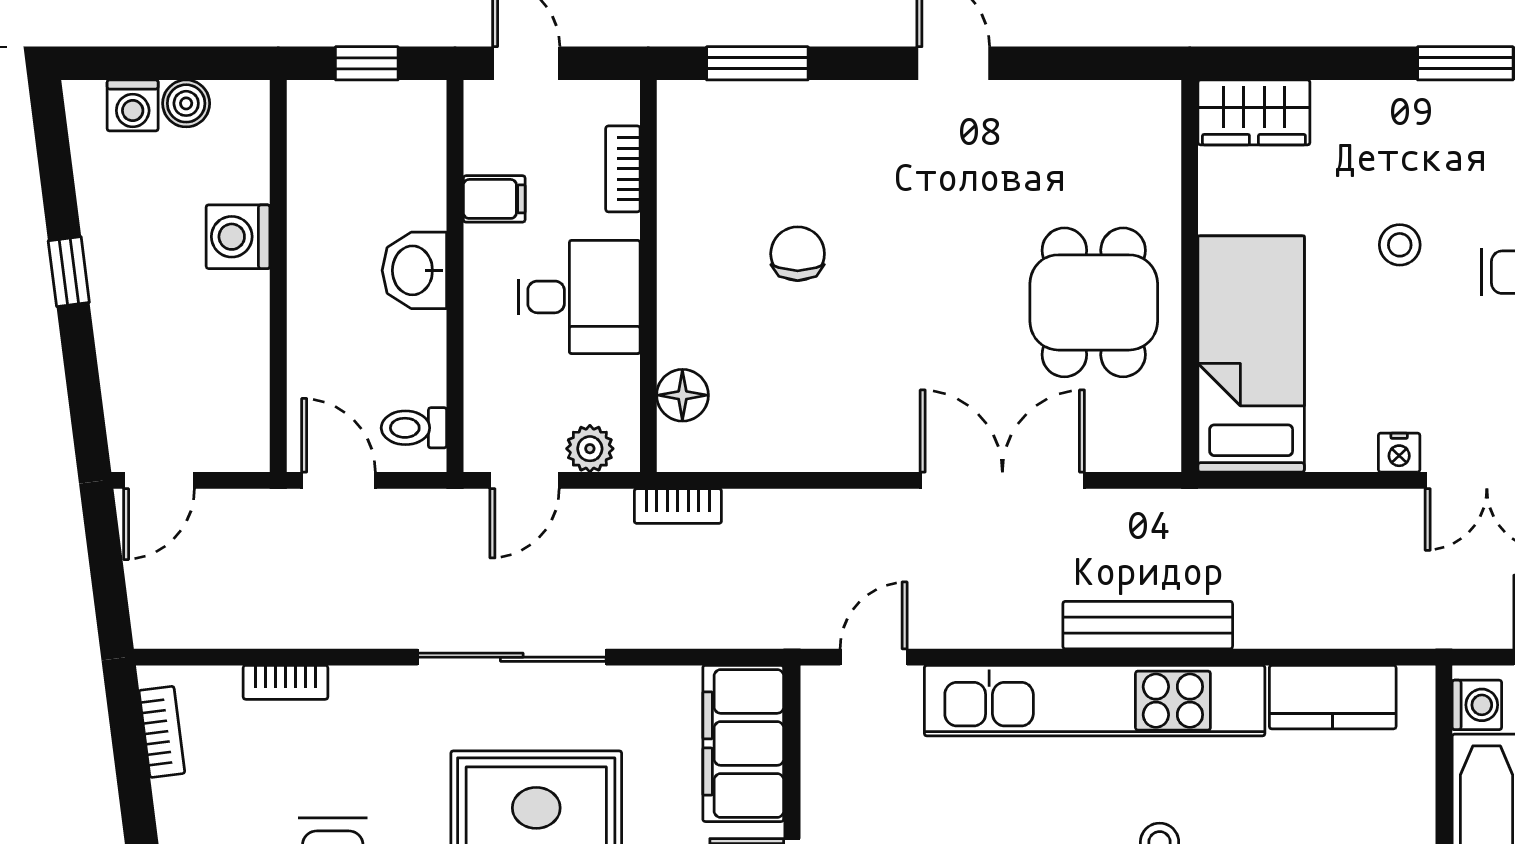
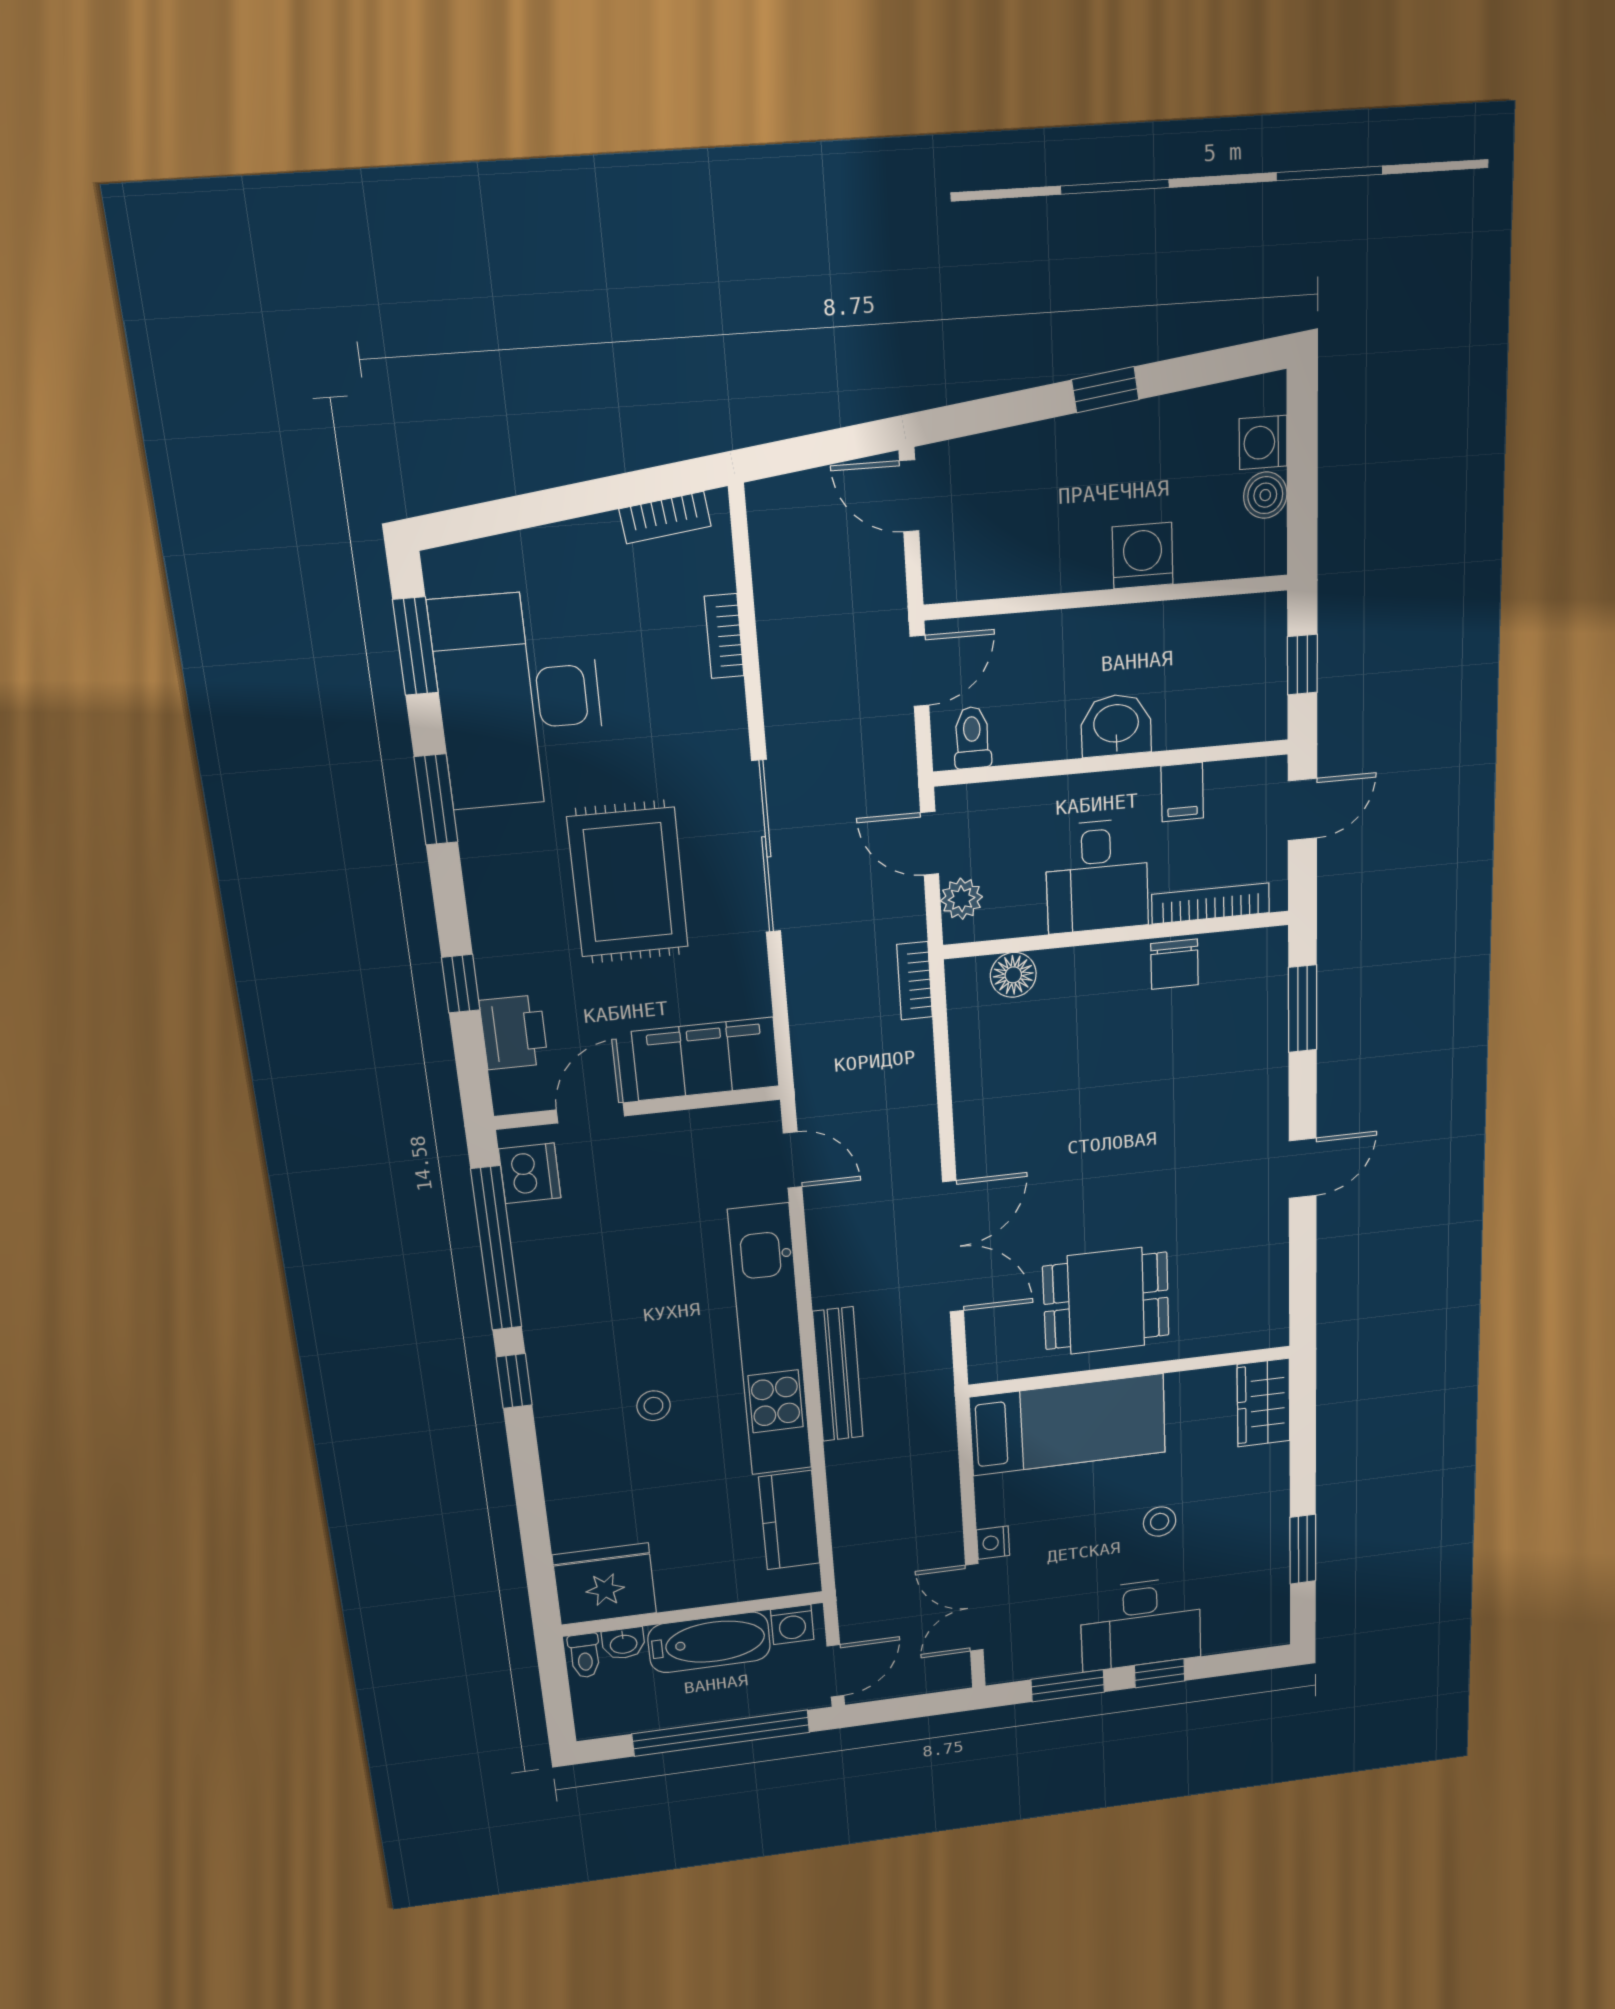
bookcase: (623, 169) -> (1211, 903), width x1.56
chair: (798, 254) -> (1175, 964), moved, turned 90

